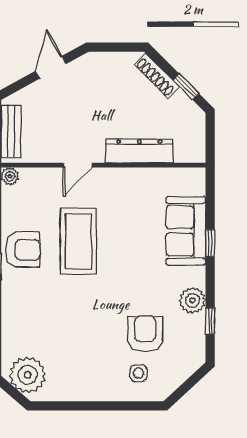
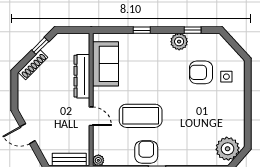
sofa: (186, 231) -> (106, 64), moved, turned -90

